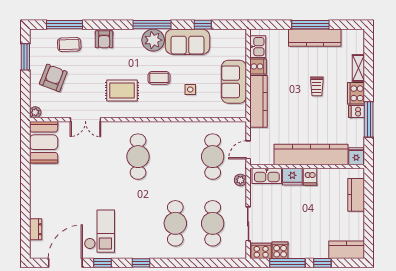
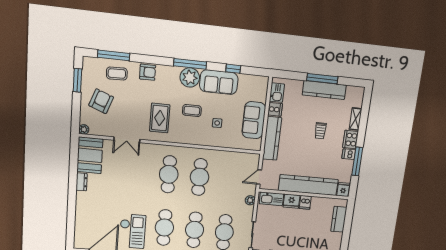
armchair: (104, 39) -> (148, 72), turned -90
rug: (122, 90) -> (160, 118), turned 90
cafe table: (213, 157) -> (200, 177), moved
cafe table: (138, 223) -> (164, 228), added
dresser: (36, 229) -> (82, 182), moved

